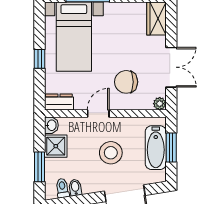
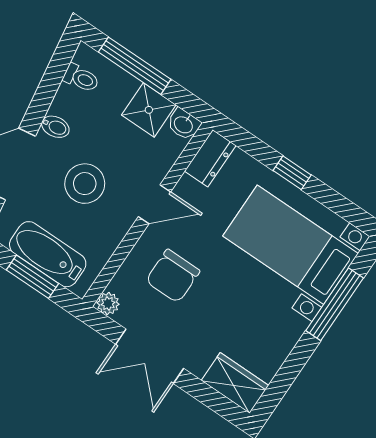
chair: (126, 82) -> (173, 276), turned 180
door: (98, 113) -> (154, 204), hinge flipped
window: (39, 167) -> (135, 66), width x1.44
bidet: (75, 188) -> (55, 127), moved

